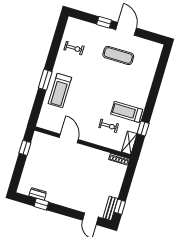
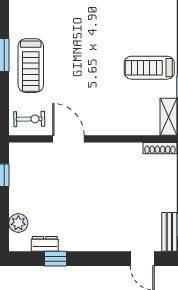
exercise bike: (109, 126) -> (29, 119), moved
plant: (26, 178) -> (18, 223), added

